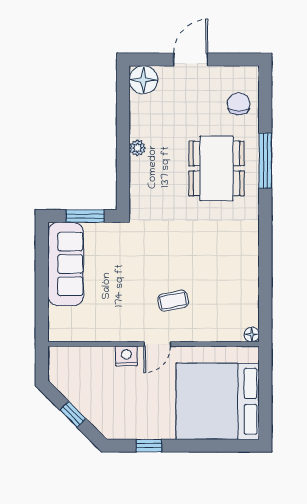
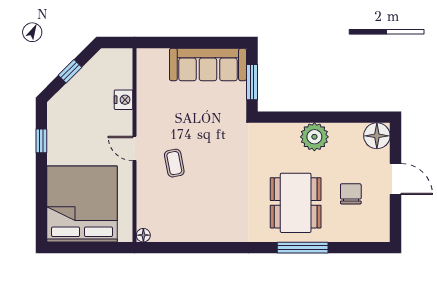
chair: (239, 104) -> (351, 194), moved, turned -90
plant: (137, 148) -> (314, 137), width x1.87, depth x1.87
dining table: (217, 168) -> (296, 203), turned 90
nightstand: (126, 356) -> (124, 100), moved

